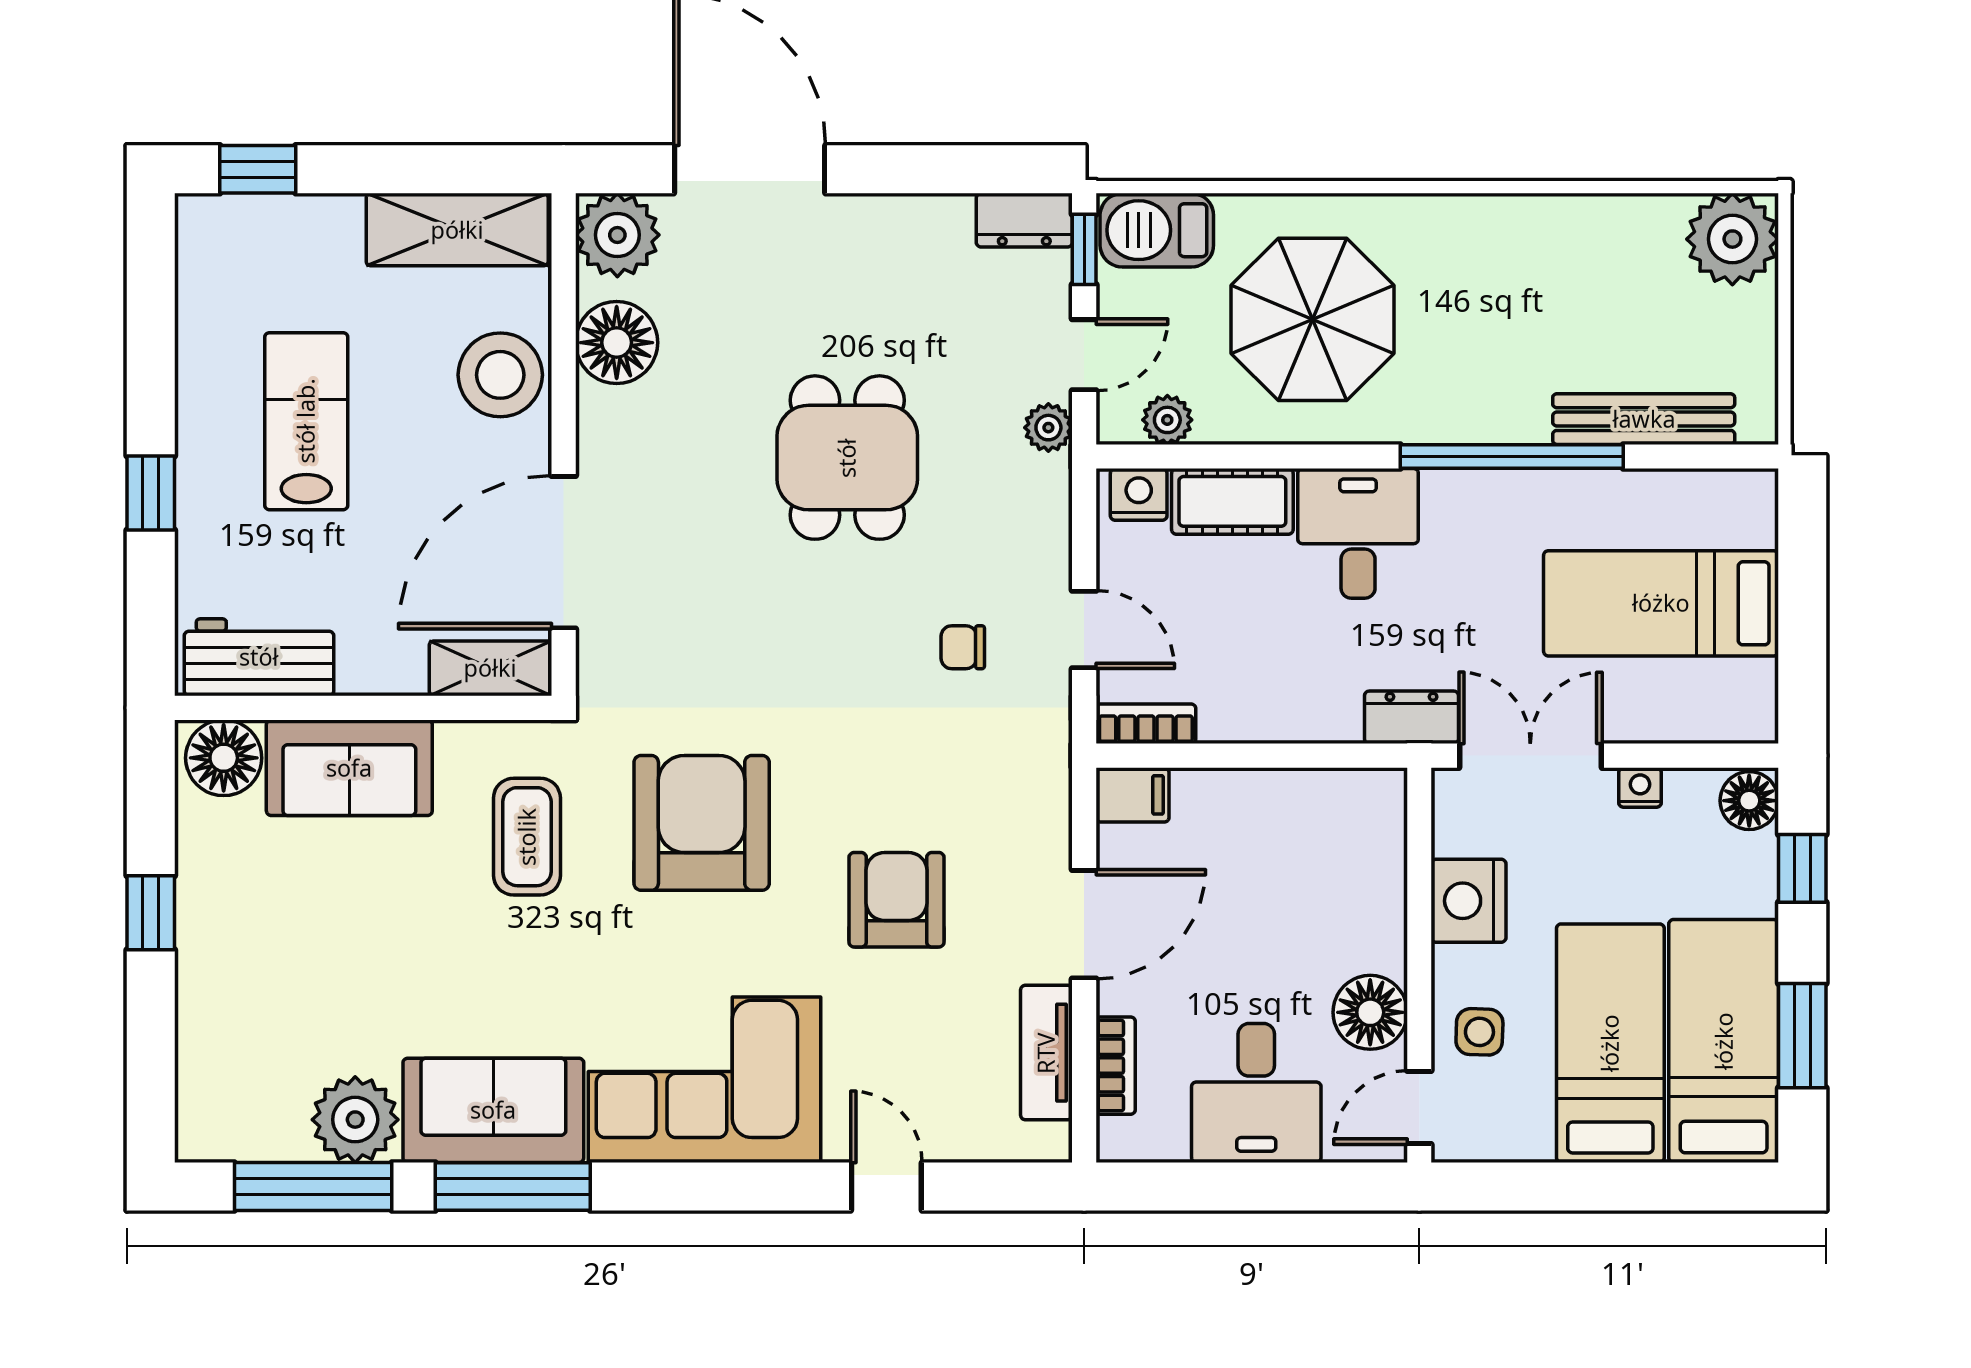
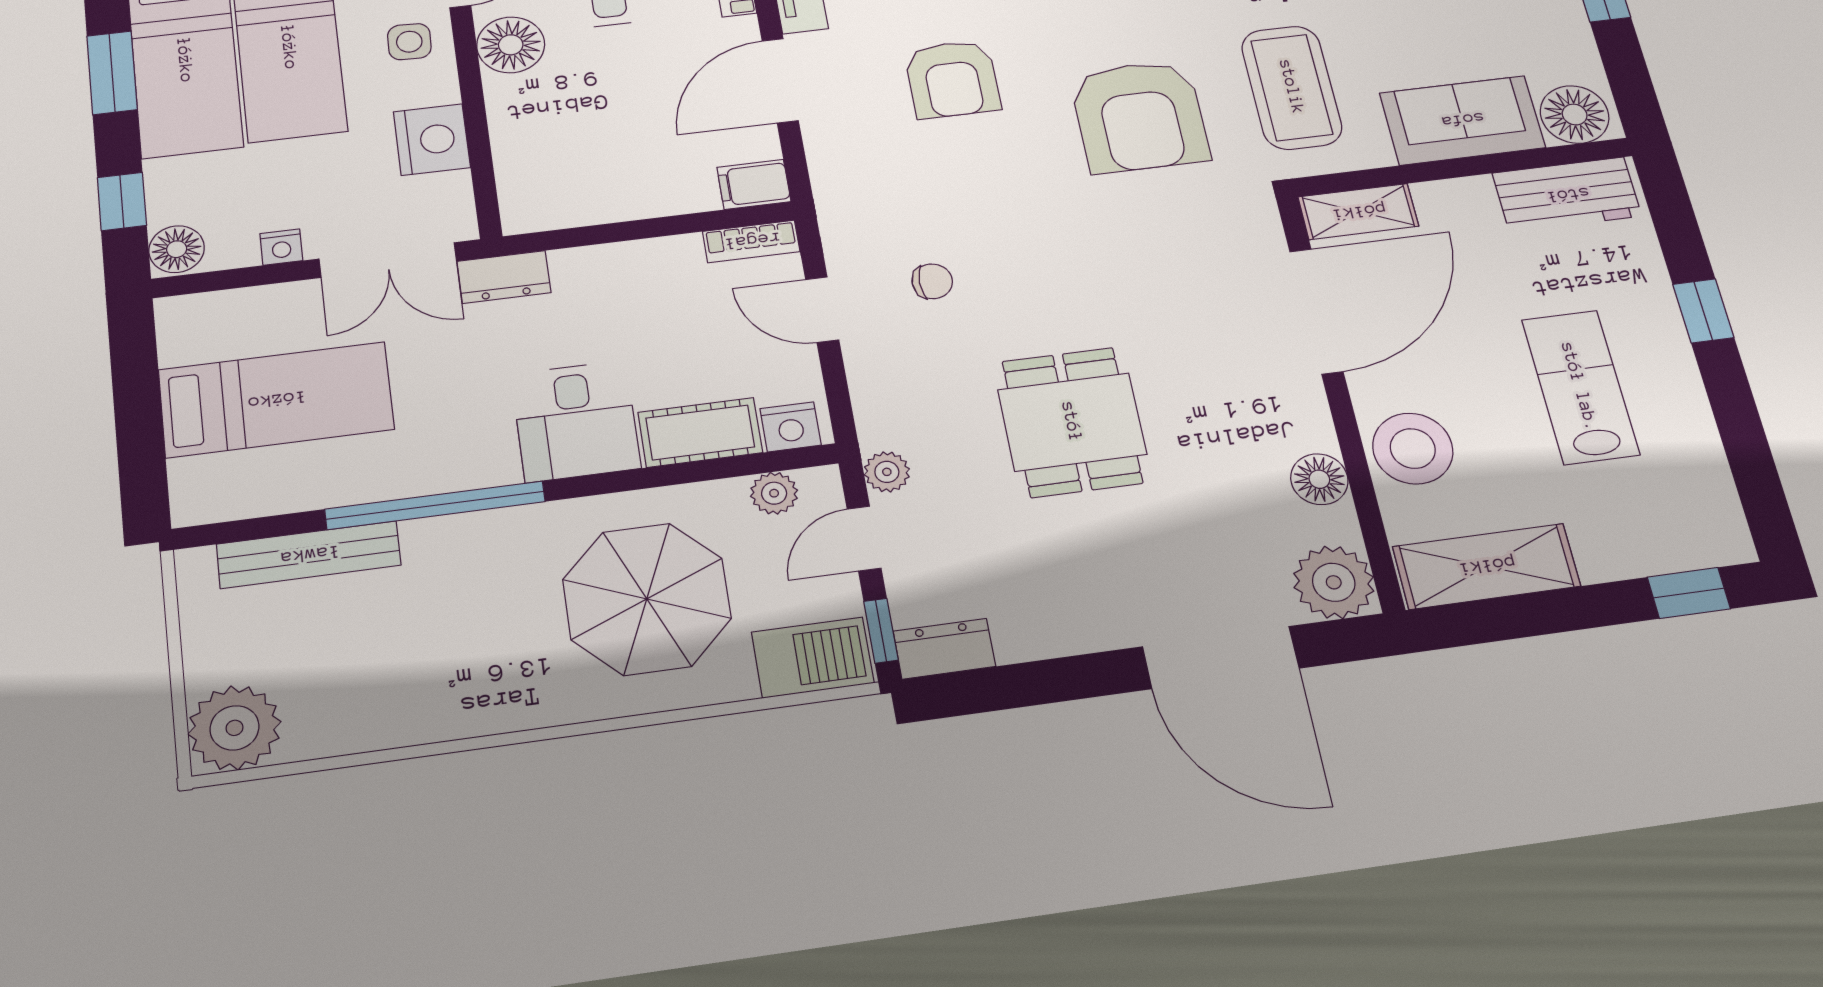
floor lamp: (617, 343) -> (1319, 479), width x0.73, depth x0.73
lab bench: (306, 421) -> (1580, 387), turned 180
coffee table: (527, 837) -> (1292, 87), width x1.36, depth x1.32

